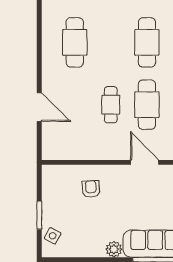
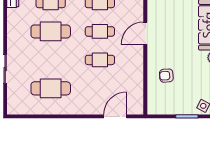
cafe table: (147, 105) -> (100, 31), width x0.73, depth x0.74
door: (39, 107) -> (115, 116), moved

